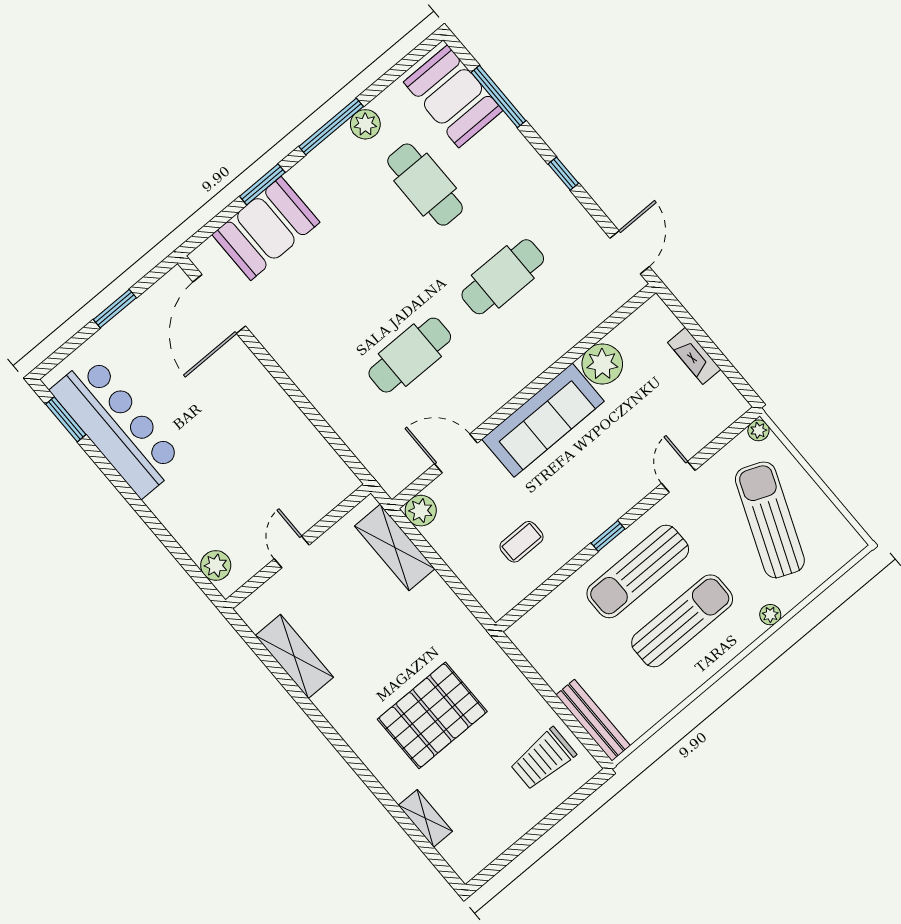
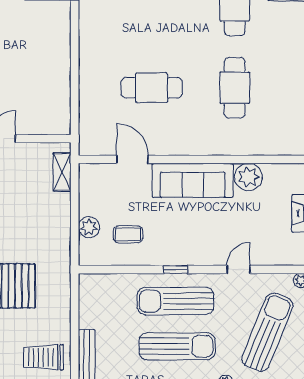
cafe table: (503, 277) -> (235, 88), turned 90
plant: (421, 511) -> (89, 227), moved
shelving: (395, 547) -> (62, 172), width x0.67, depth x0.75

